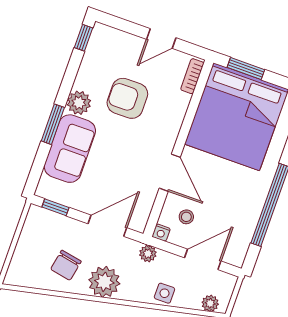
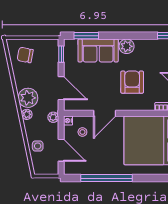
armchair: (127, 98) -> (132, 82), moved
window: (53, 124) -> (86, 36), moved
chair: (66, 265) -> (25, 55), moved
side table: (164, 293) -> (38, 146), moved
plant: (210, 303) -> (27, 114), moved

